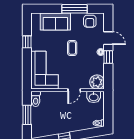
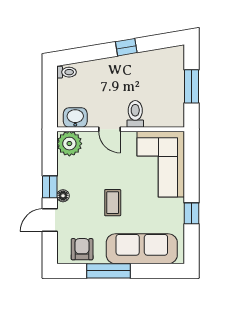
sofa: (55, 21) -> (142, 249), width x1.36
door: (108, 38) -> (50, 220), hinge flipped
door: (74, 90) -> (109, 129), swing flipped
toilet: (36, 99) -> (135, 114), moved

